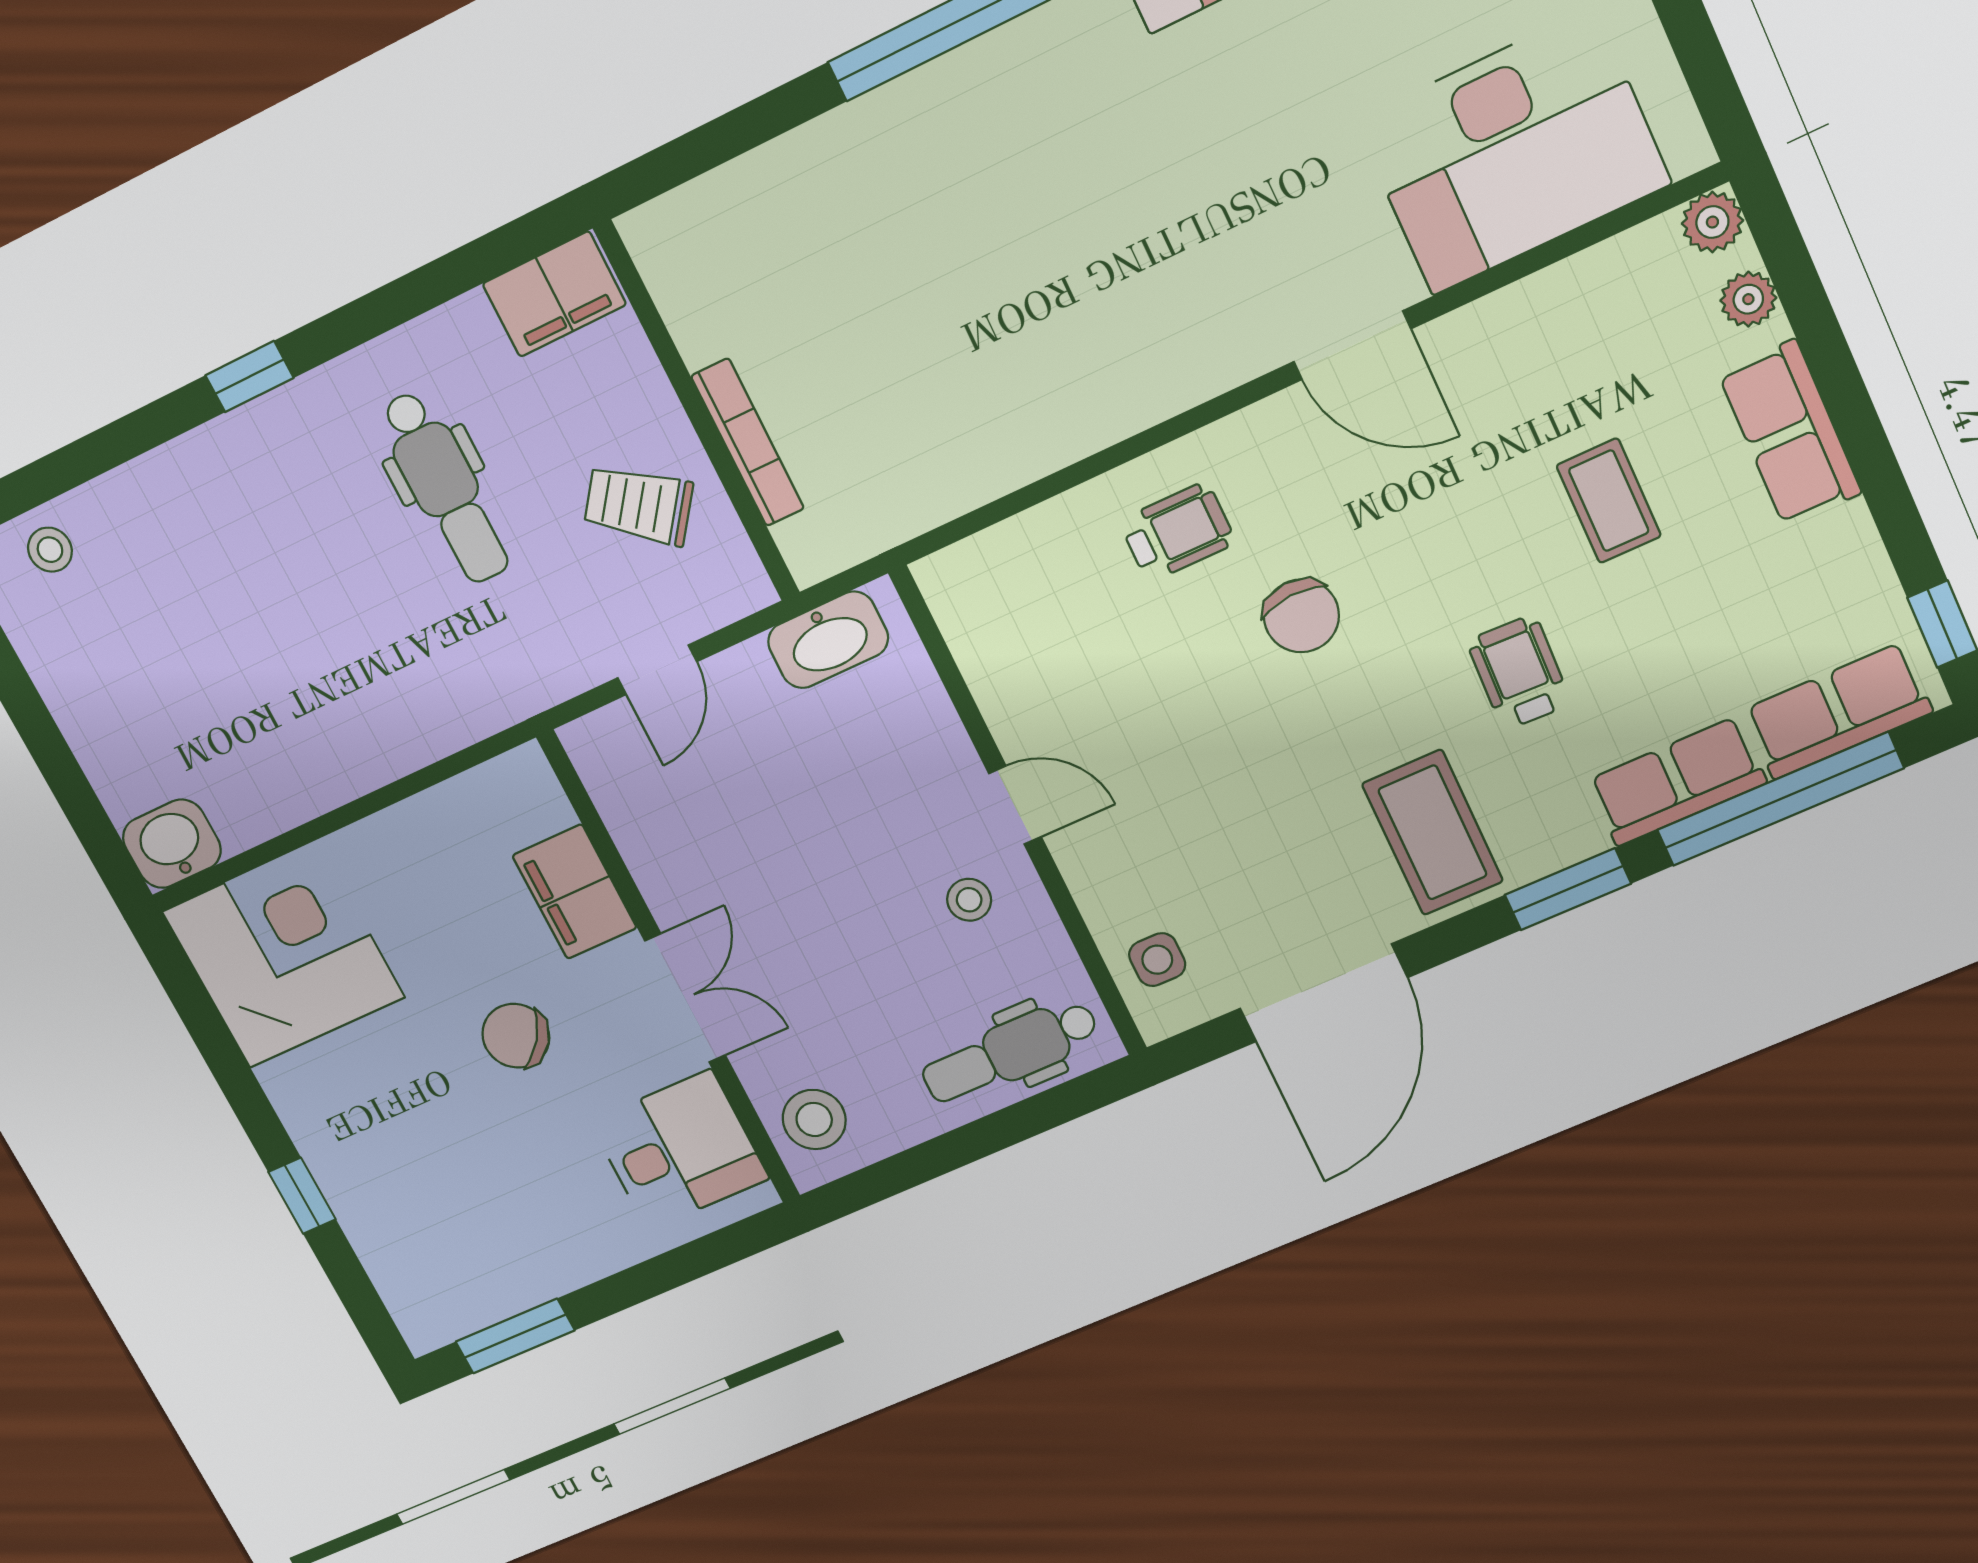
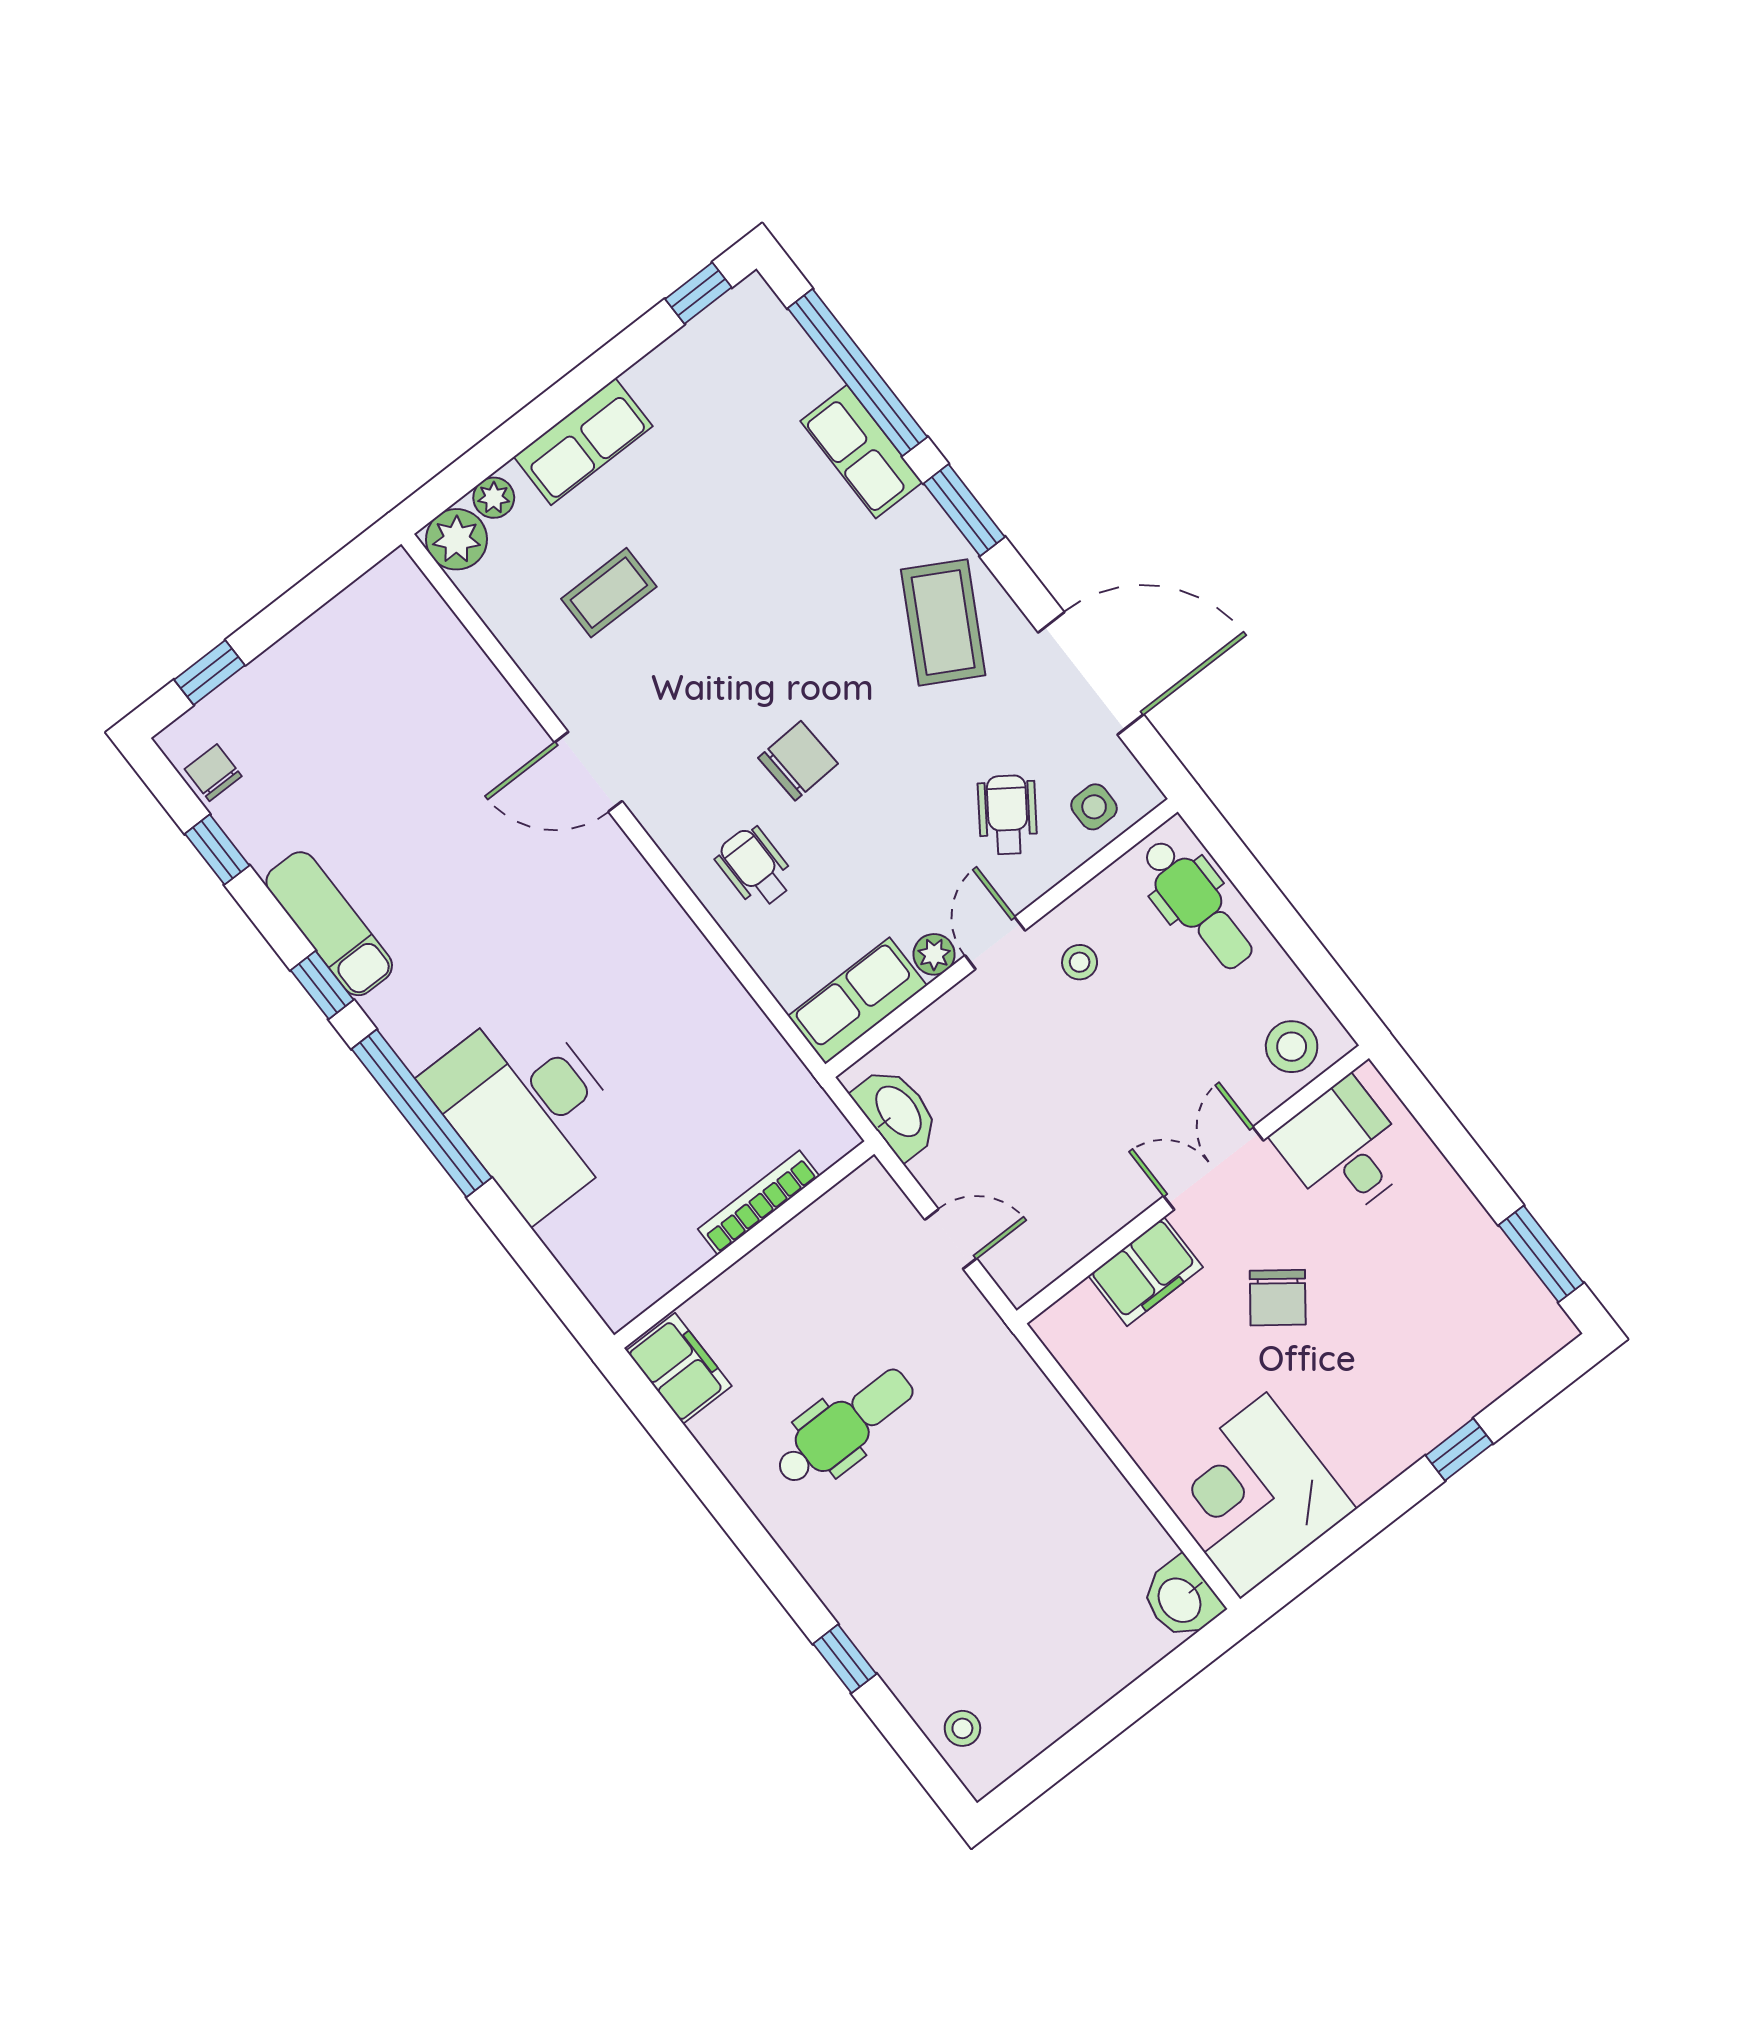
desk: (1513, 152) -> (529, 1110), moved, turned 180
plant: (1712, 222) -> (457, 539), width x1.38, depth x1.38
door: (1352, 345) -> (588, 772), swing flipped
window: (249, 377) -> (845, 1659), moved
coffee table: (1609, 501) -> (609, 593), moved
trolley: (639, 505) -> (825, 1276), removed
wheelchair: (1519, 672) -> (1007, 815), moved, turned 123
row of seats: (1838, 711) -> (857, 1001), moved, turned 90
plant: (1017, 729) -> (934, 954), added
coffee table: (1433, 833) -> (943, 622), turned -61

